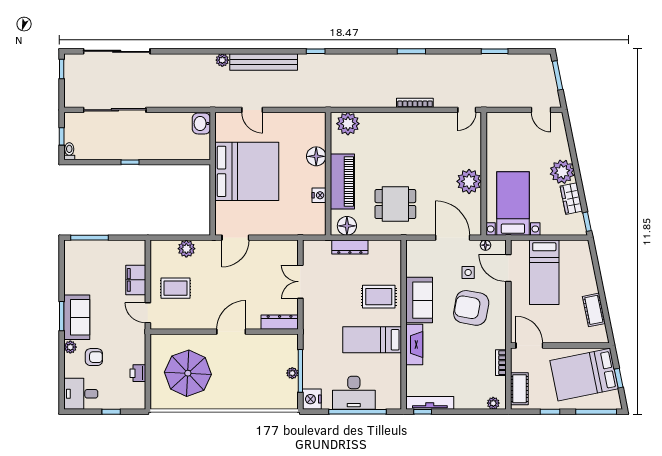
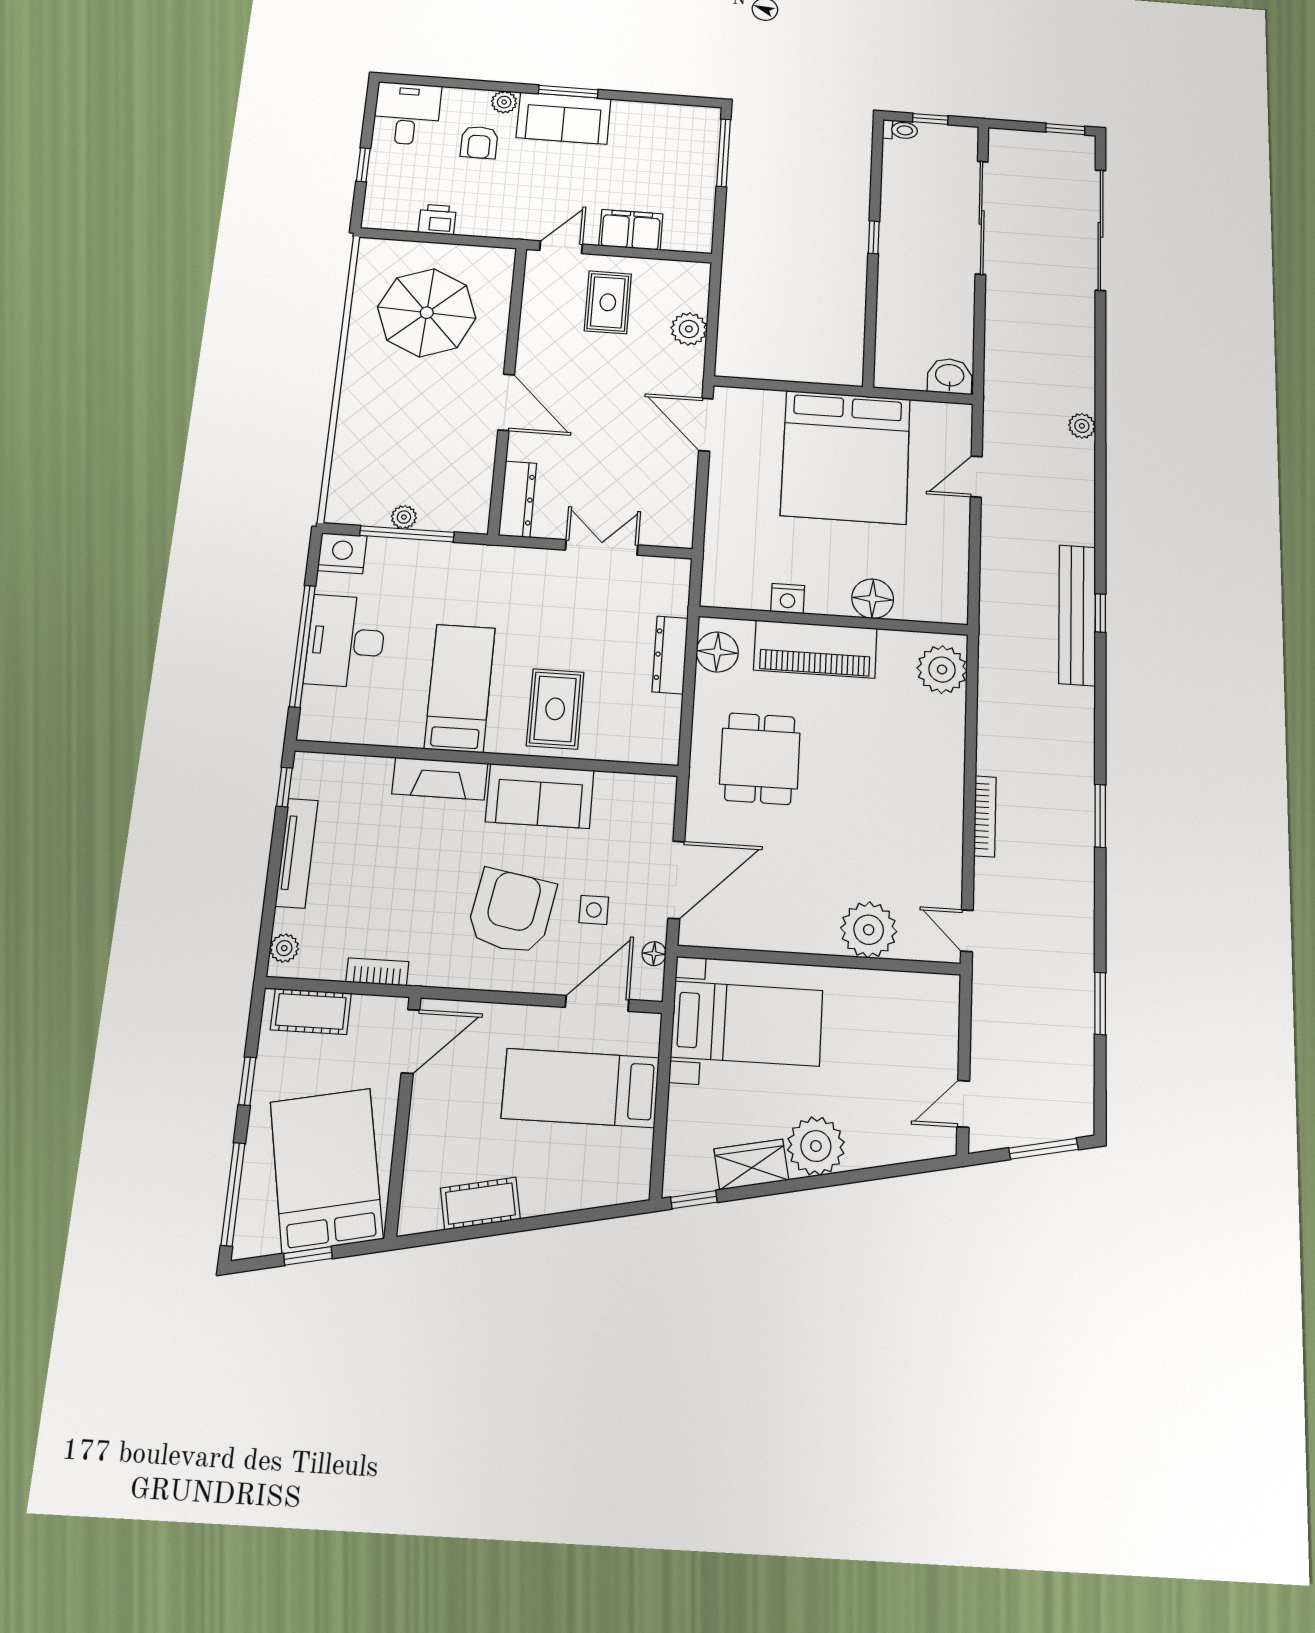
bench: (264, 62) -> (1077, 615), moved
plant: (469, 181) -> (869, 930), moved
tv unit: (430, 403) -> (297, 853), moved

